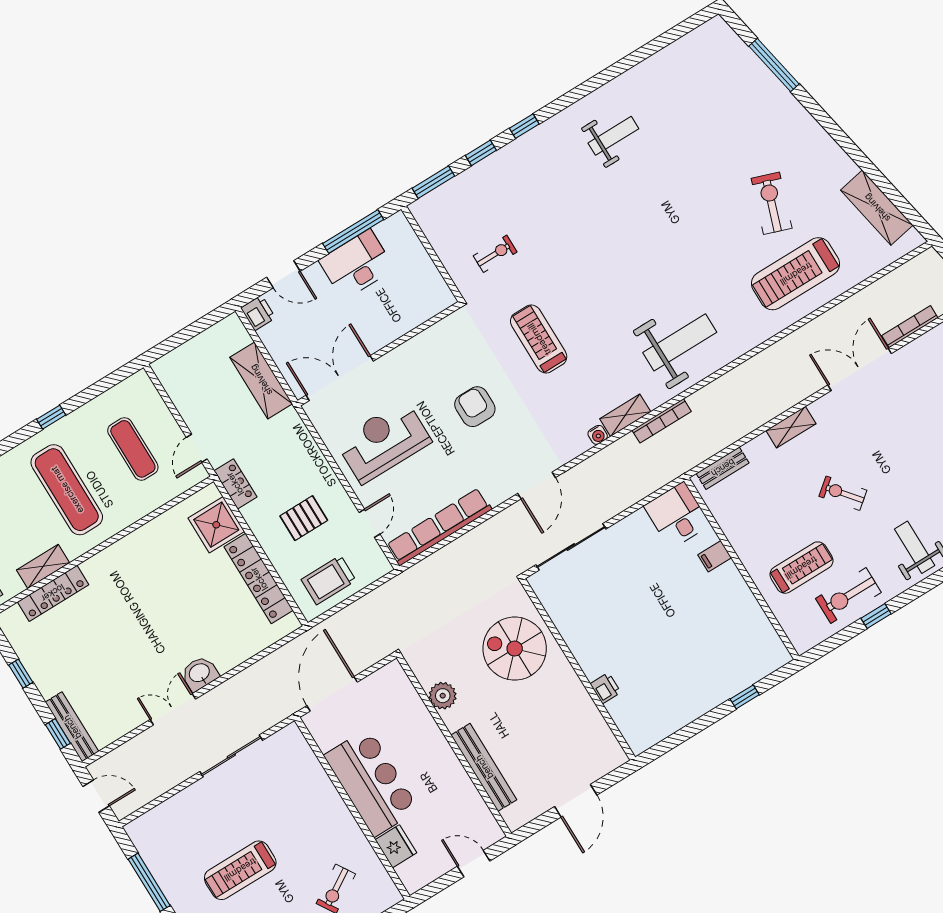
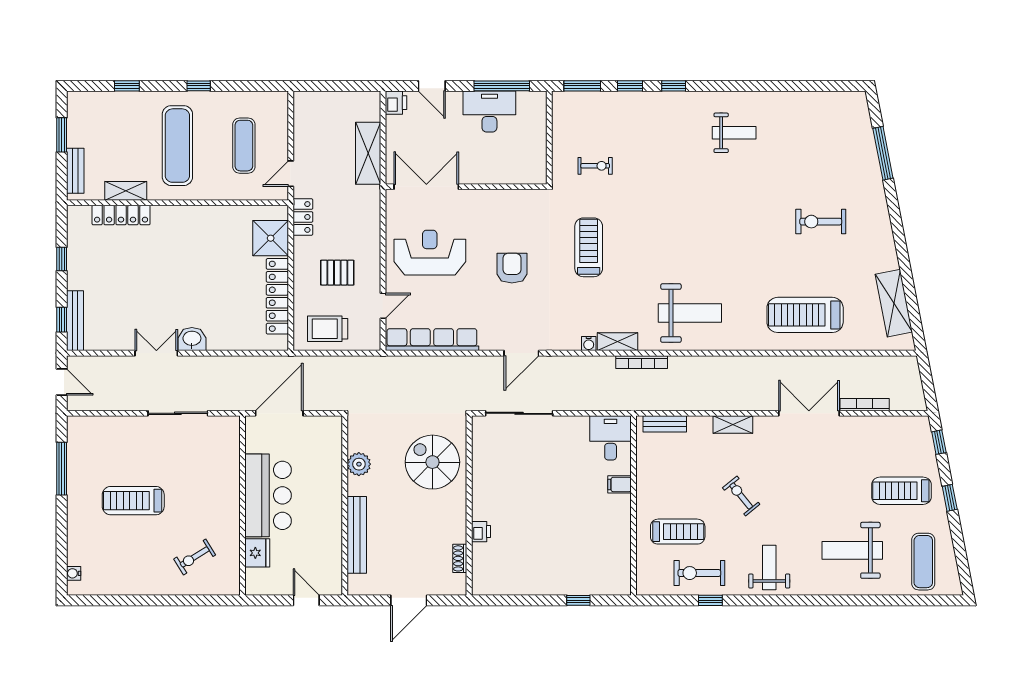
exercise bike: (772, 203) -> (821, 222), moved, turned -109
shoe rack: (601, 728) -> (460, 558), added

